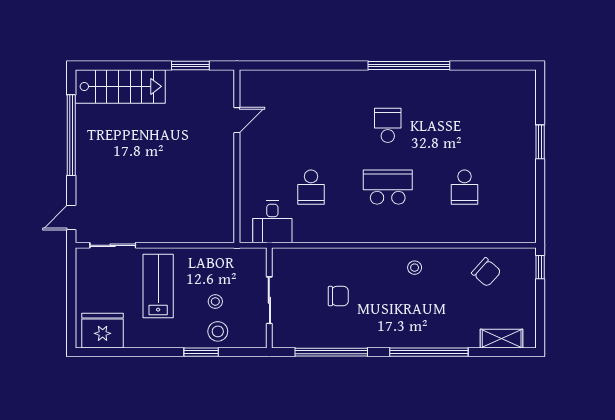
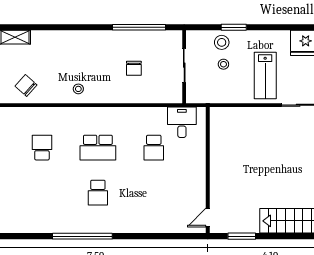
door: (237, 120) -> (208, 217), moved
school desk: (311, 187) -> (154, 148), turned 180
chair: (338, 296) -> (134, 68), turned -90
window: (429, 352) -> (68, 27), removed

